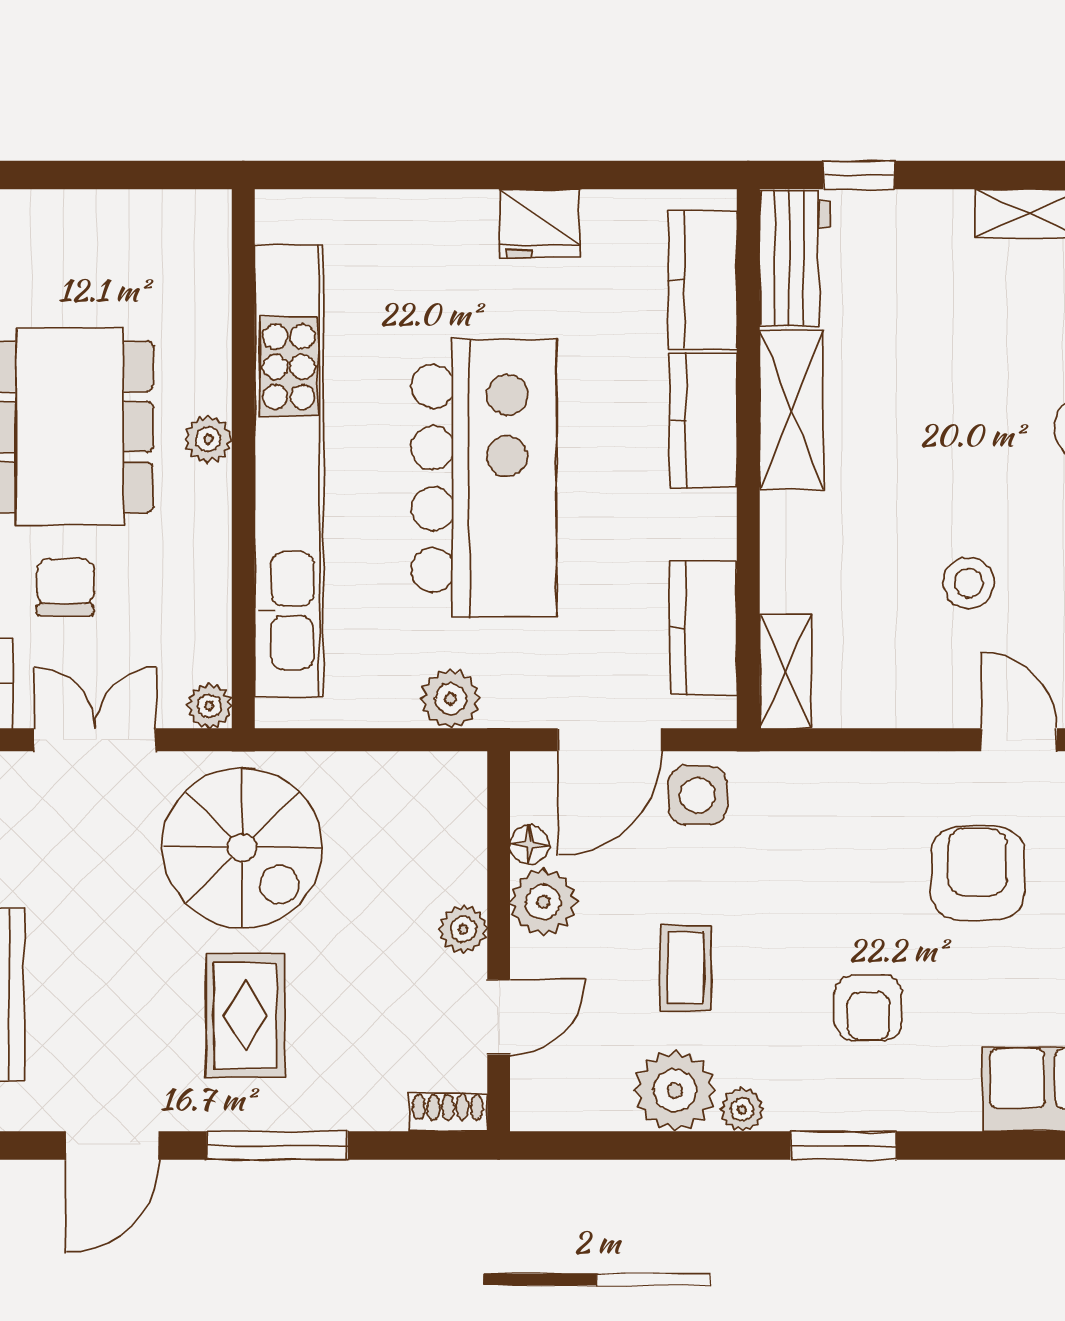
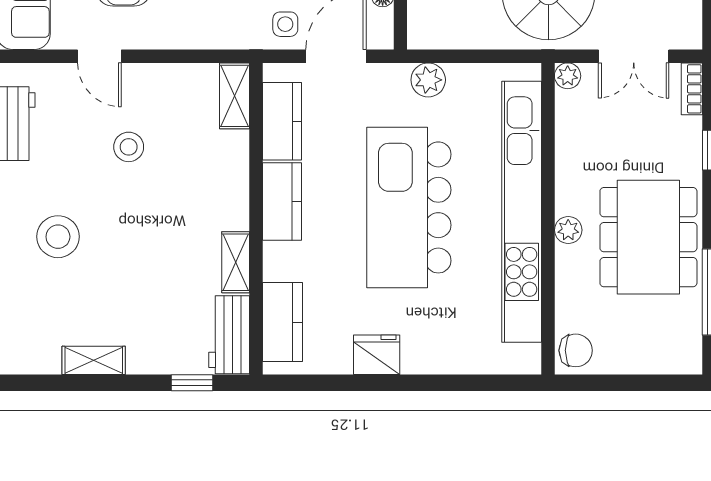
shelving: (791, 410) -> (236, 262), width x0.67, depth x0.75
kitchen counter: (703, 420) -> (282, 202), moved
chair: (65, 587) -> (576, 350), moved, turned -90
side table: (698, 795) -> (285, 24), width x0.73, depth x0.73

